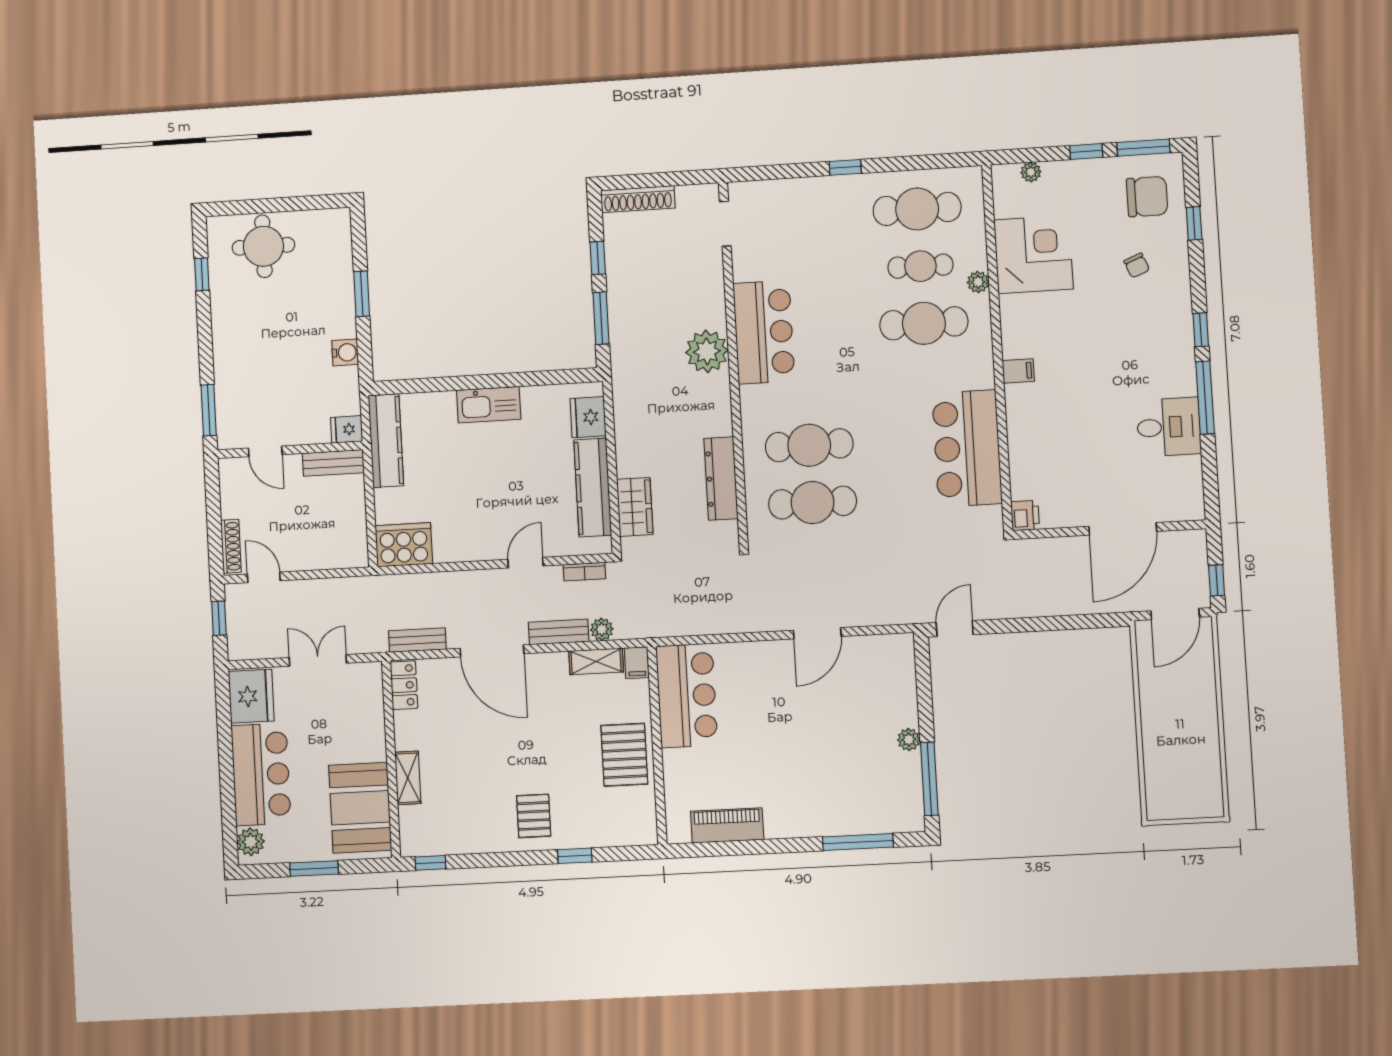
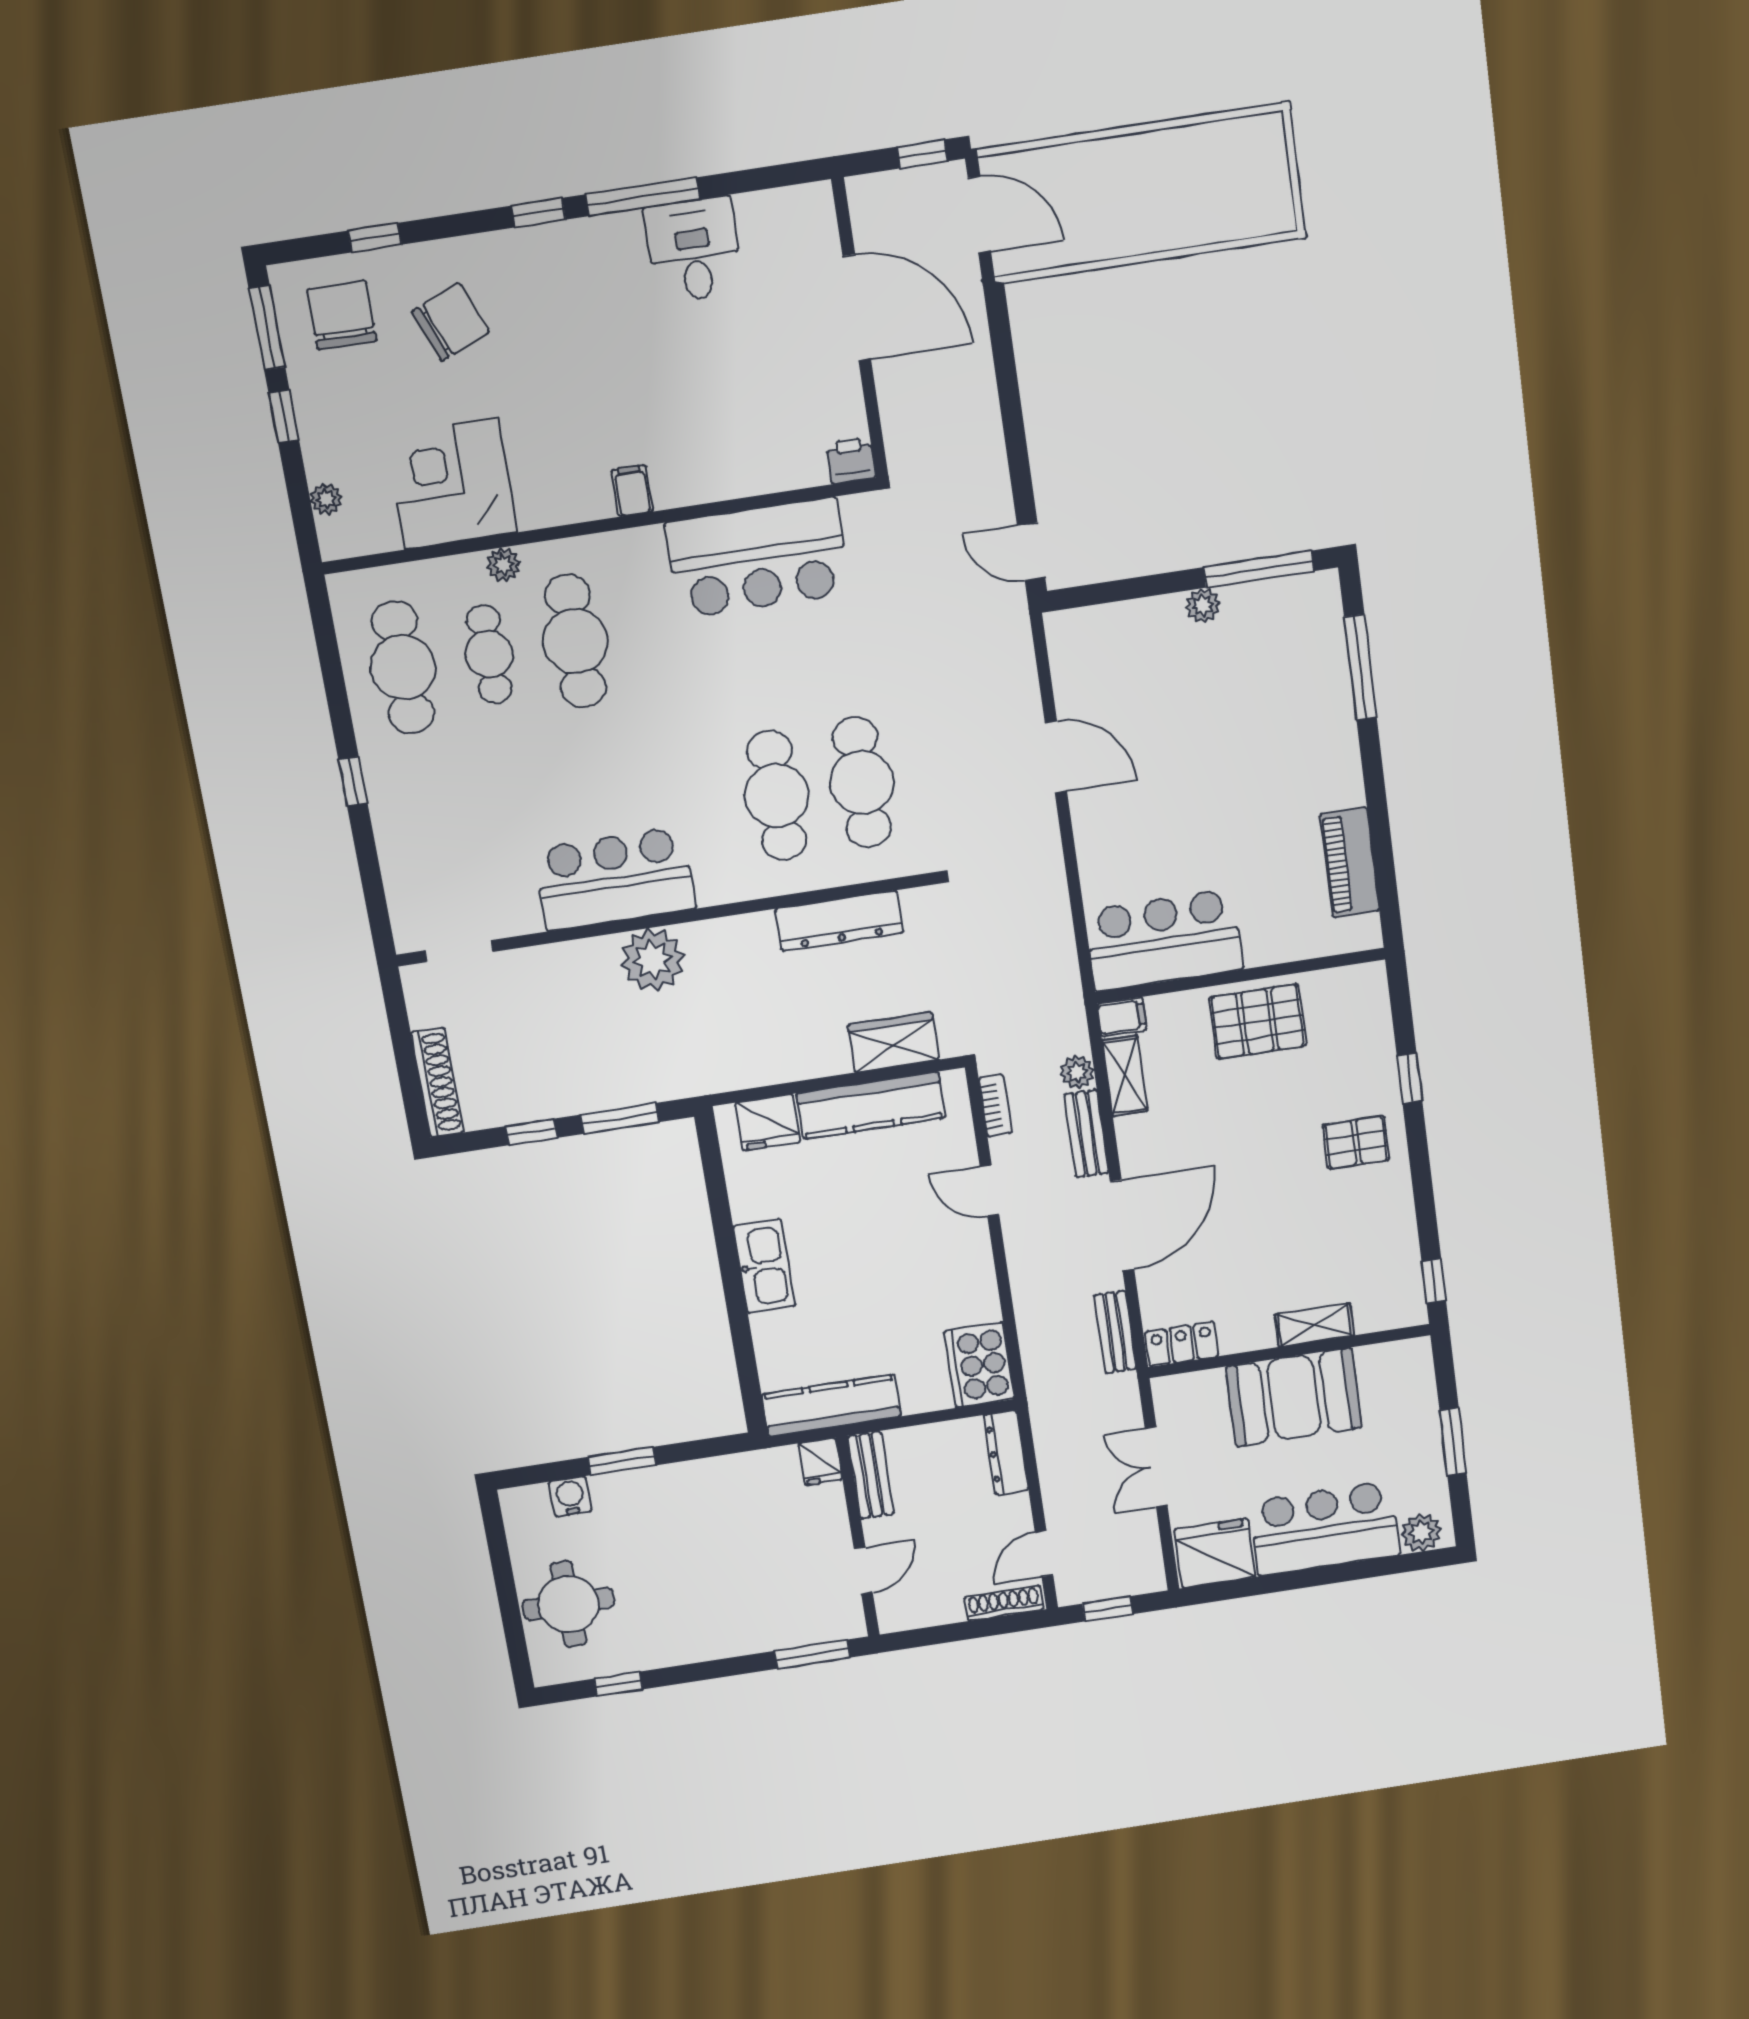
chair: (1137, 265) -> (450, 322), width x1.87, depth x1.87
water cooler: (345, 352) -> (570, 1497), moved
dresser: (339, 557) -> (1006, 1453), added
booth: (360, 808) -> (1294, 1397), moved

